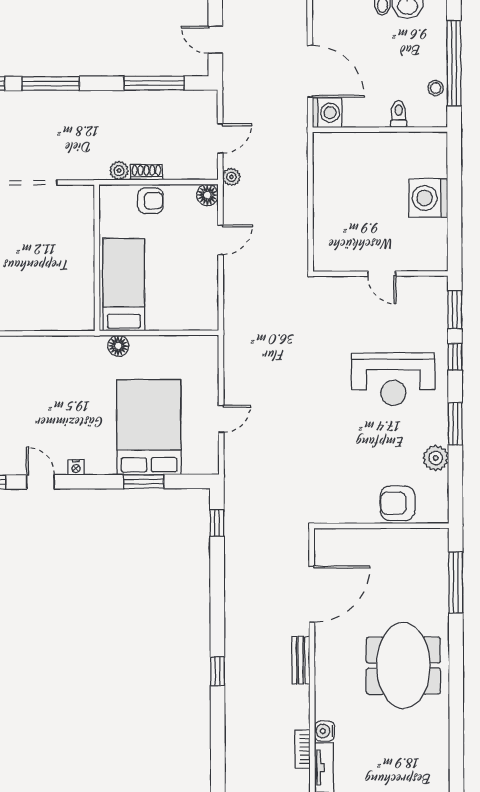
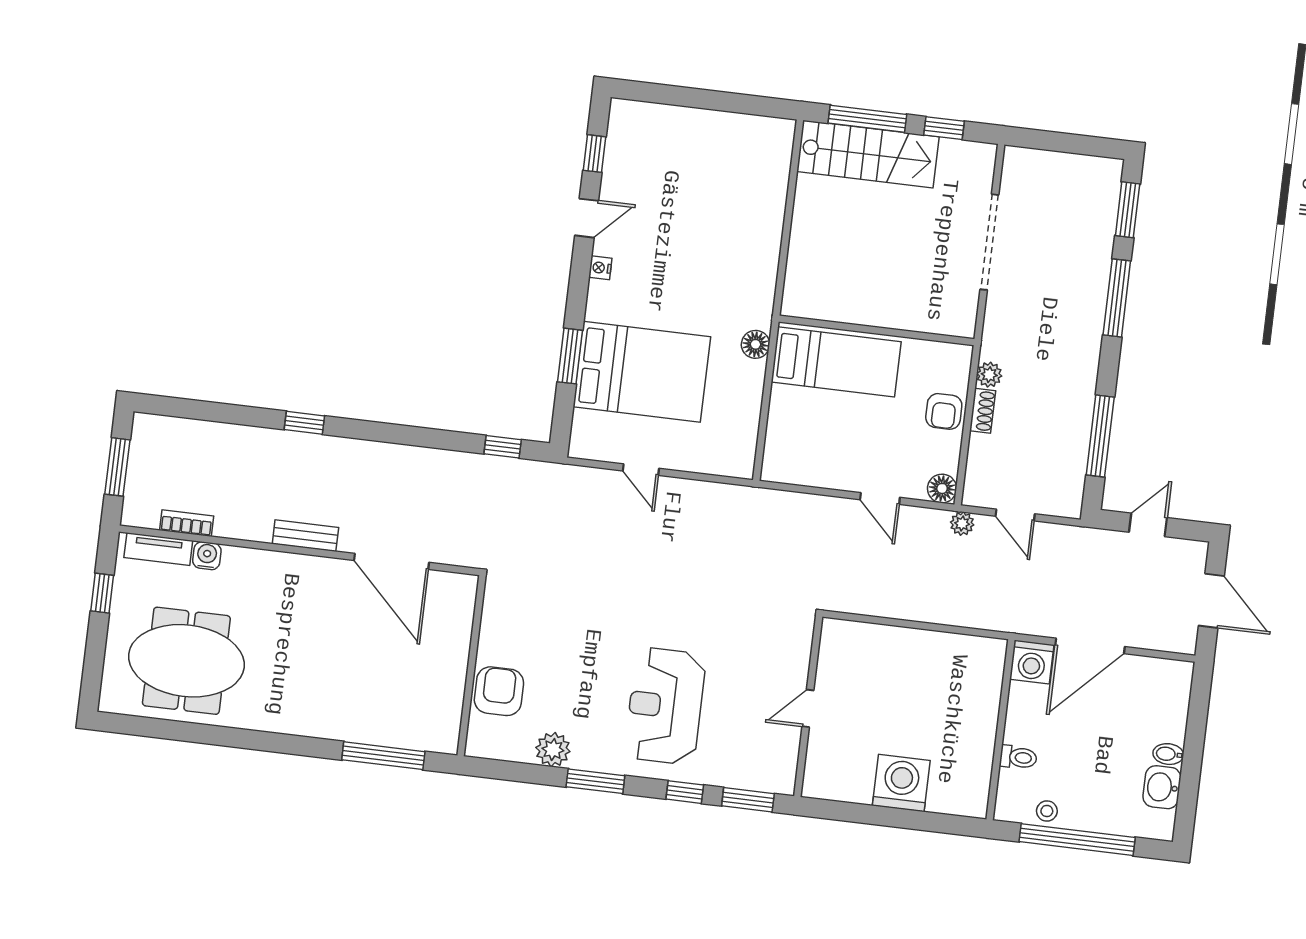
meeting table: (403, 666) -> (186, 661), moved

